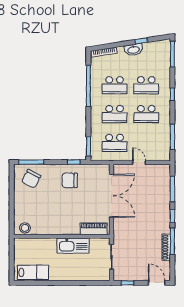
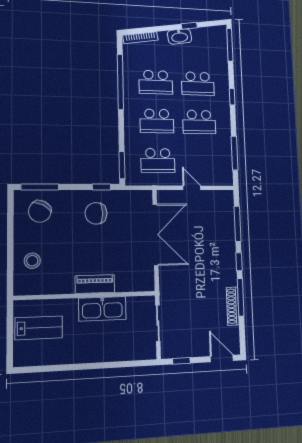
stool: (25, 228) -> (32, 261), moved
piano: (94, 229) -> (95, 284), moved
lab bench: (33, 272) -> (39, 328), moved

